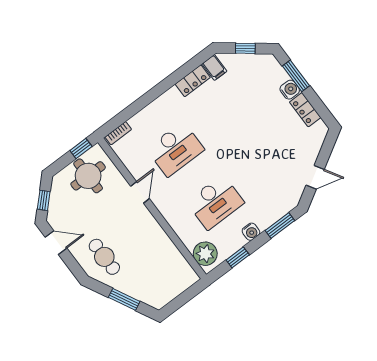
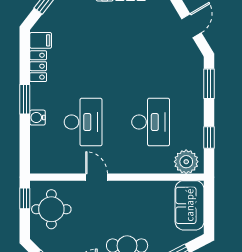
window: (159, 90) -> (25, 99), added
bookcase: (118, 133) -> (35, 159), removed
water cooler: (251, 232) -> (38, 118), moved, turned 180
sofa: (173, 282) -> (190, 205), added

